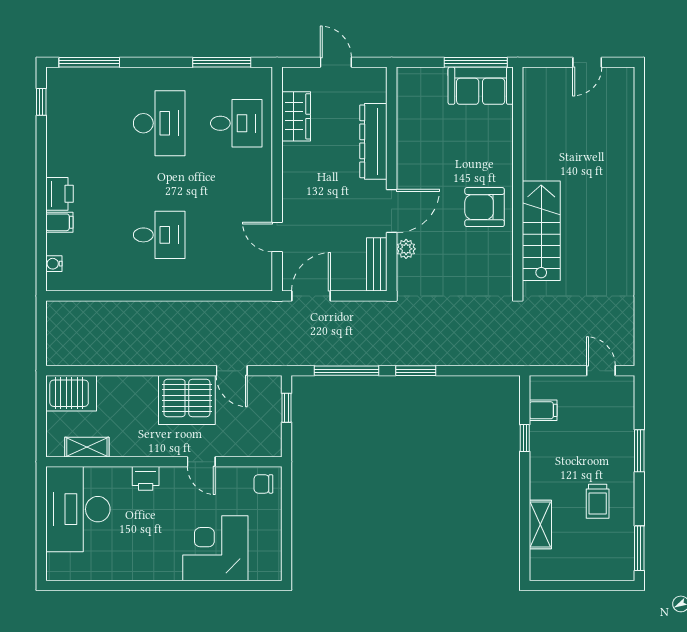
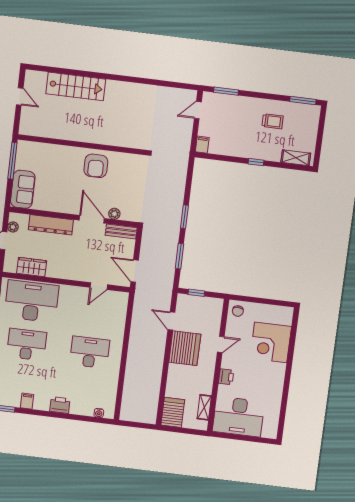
plant: (362, 76) -> (13, 227), added
sofa: (481, 86) -> (23, 189), moved
desk: (236, 123) -> (32, 301), width x1.87, depth x1.30
filing cabinet: (59, 222) -> (27, 401), moved
stairs: (541, 231) -> (76, 86), moved, turned 180
desk: (159, 235) -> (90, 352), width x1.37
door: (232, 371) -> (171, 321), swing flipped
window: (347, 371) -> (179, 256), width x0.69
filing cabinet: (543, 410) -> (202, 145), moved
window: (525, 438) -> (256, 162), moved
window: (639, 451) -> (226, 91), moved
shelving: (540, 524) -> (296, 158), moved

